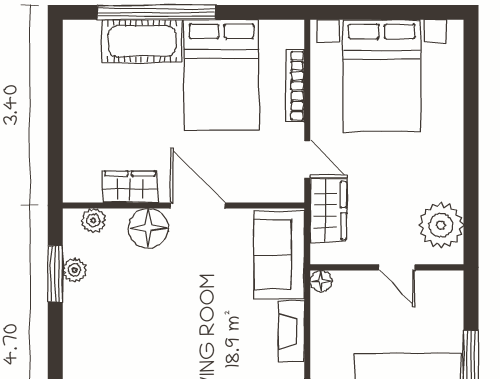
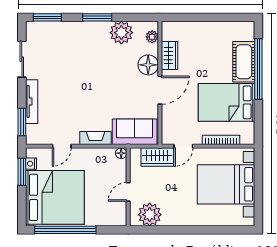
plant: (75, 270) -> (121, 33), width x1.88, depth x1.88
window: (55, 274) -> (97, 17), moved

